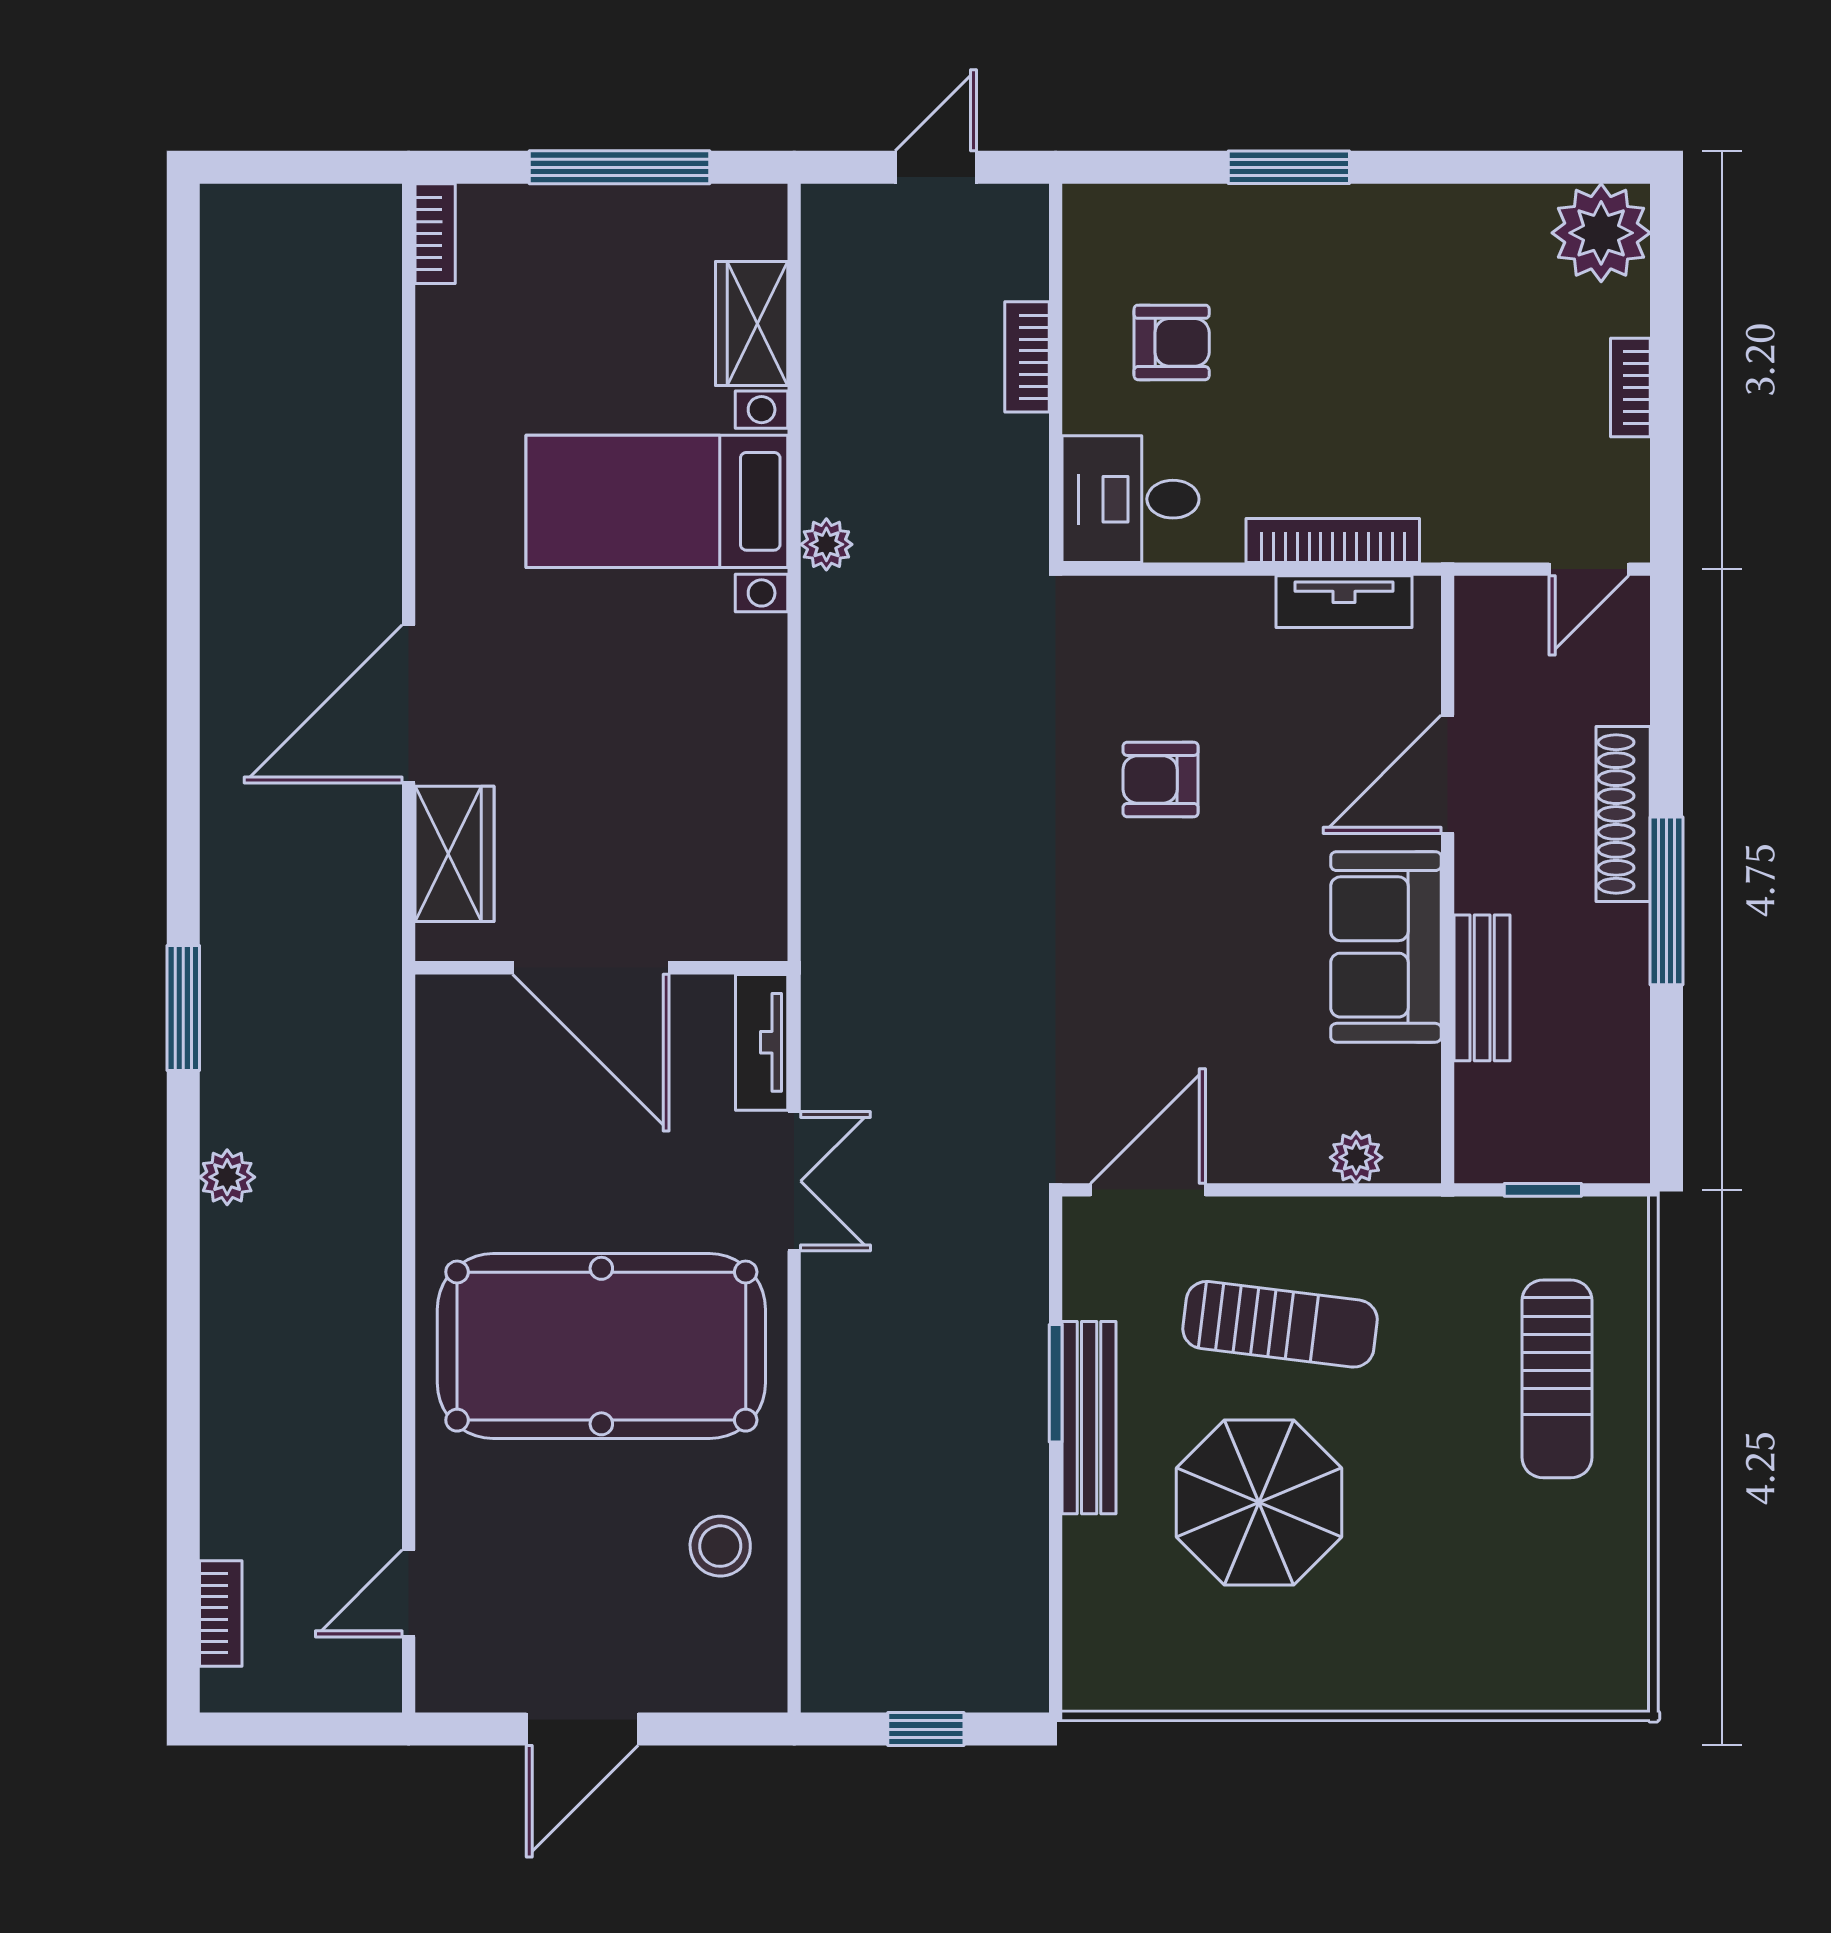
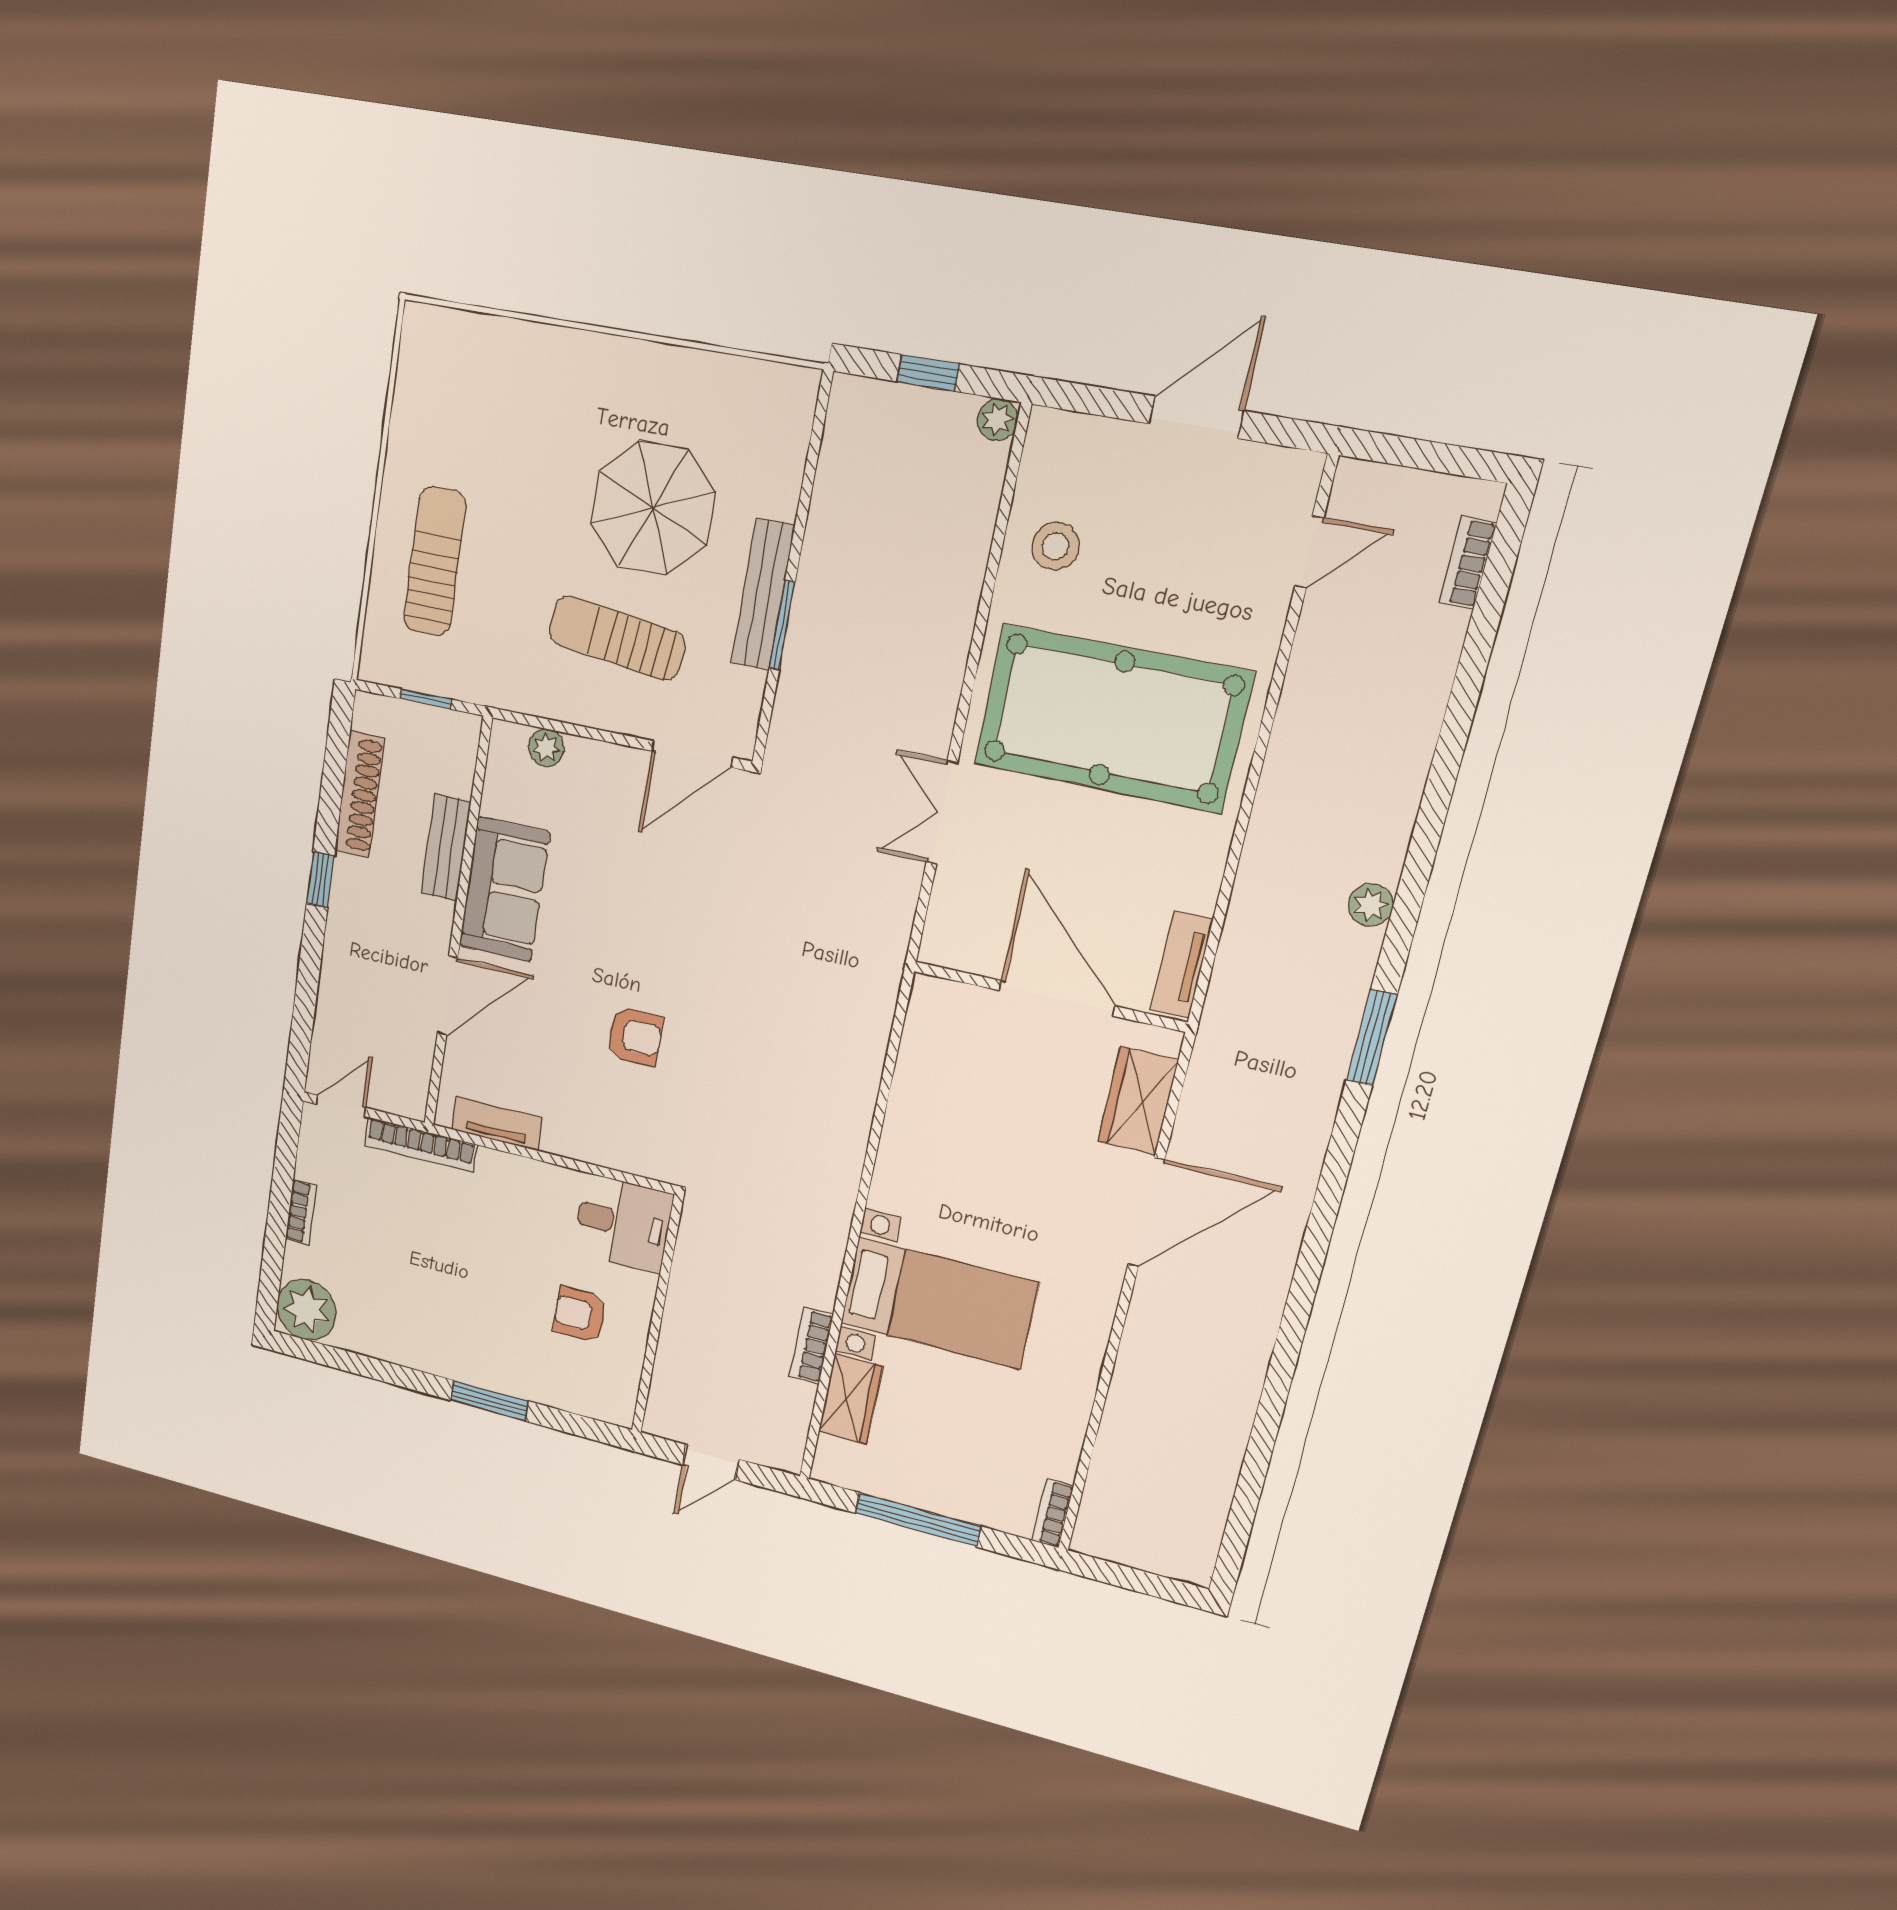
bookcase: (1027, 357) -> (812, 1346), moved, turned 180
bookcase: (1333, 540) -> (420, 1145), moved
plant: (826, 544) -> (997, 420), moved
shoe rack: (1623, 814) -> (360, 795), moved
window: (1667, 901) -> (320, 880), width x0.46
tv unit: (762, 1042) -> (1182, 965), moved, turned 180

